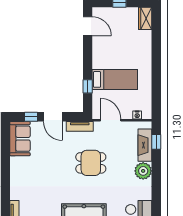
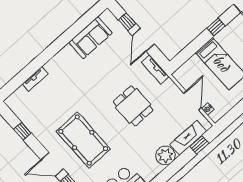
window: (88, 86) -> (216, 27), moved
door: (111, 120) -> (192, 100), moved
sofa: (20, 139) -> (91, 38), moved

